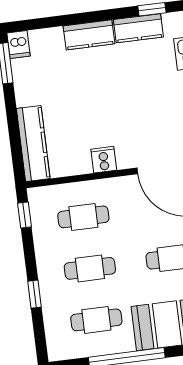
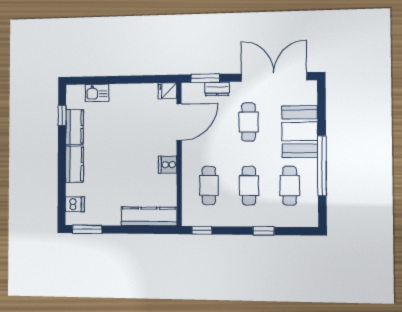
dishwasher: (18, 45) -> (75, 204), moved

